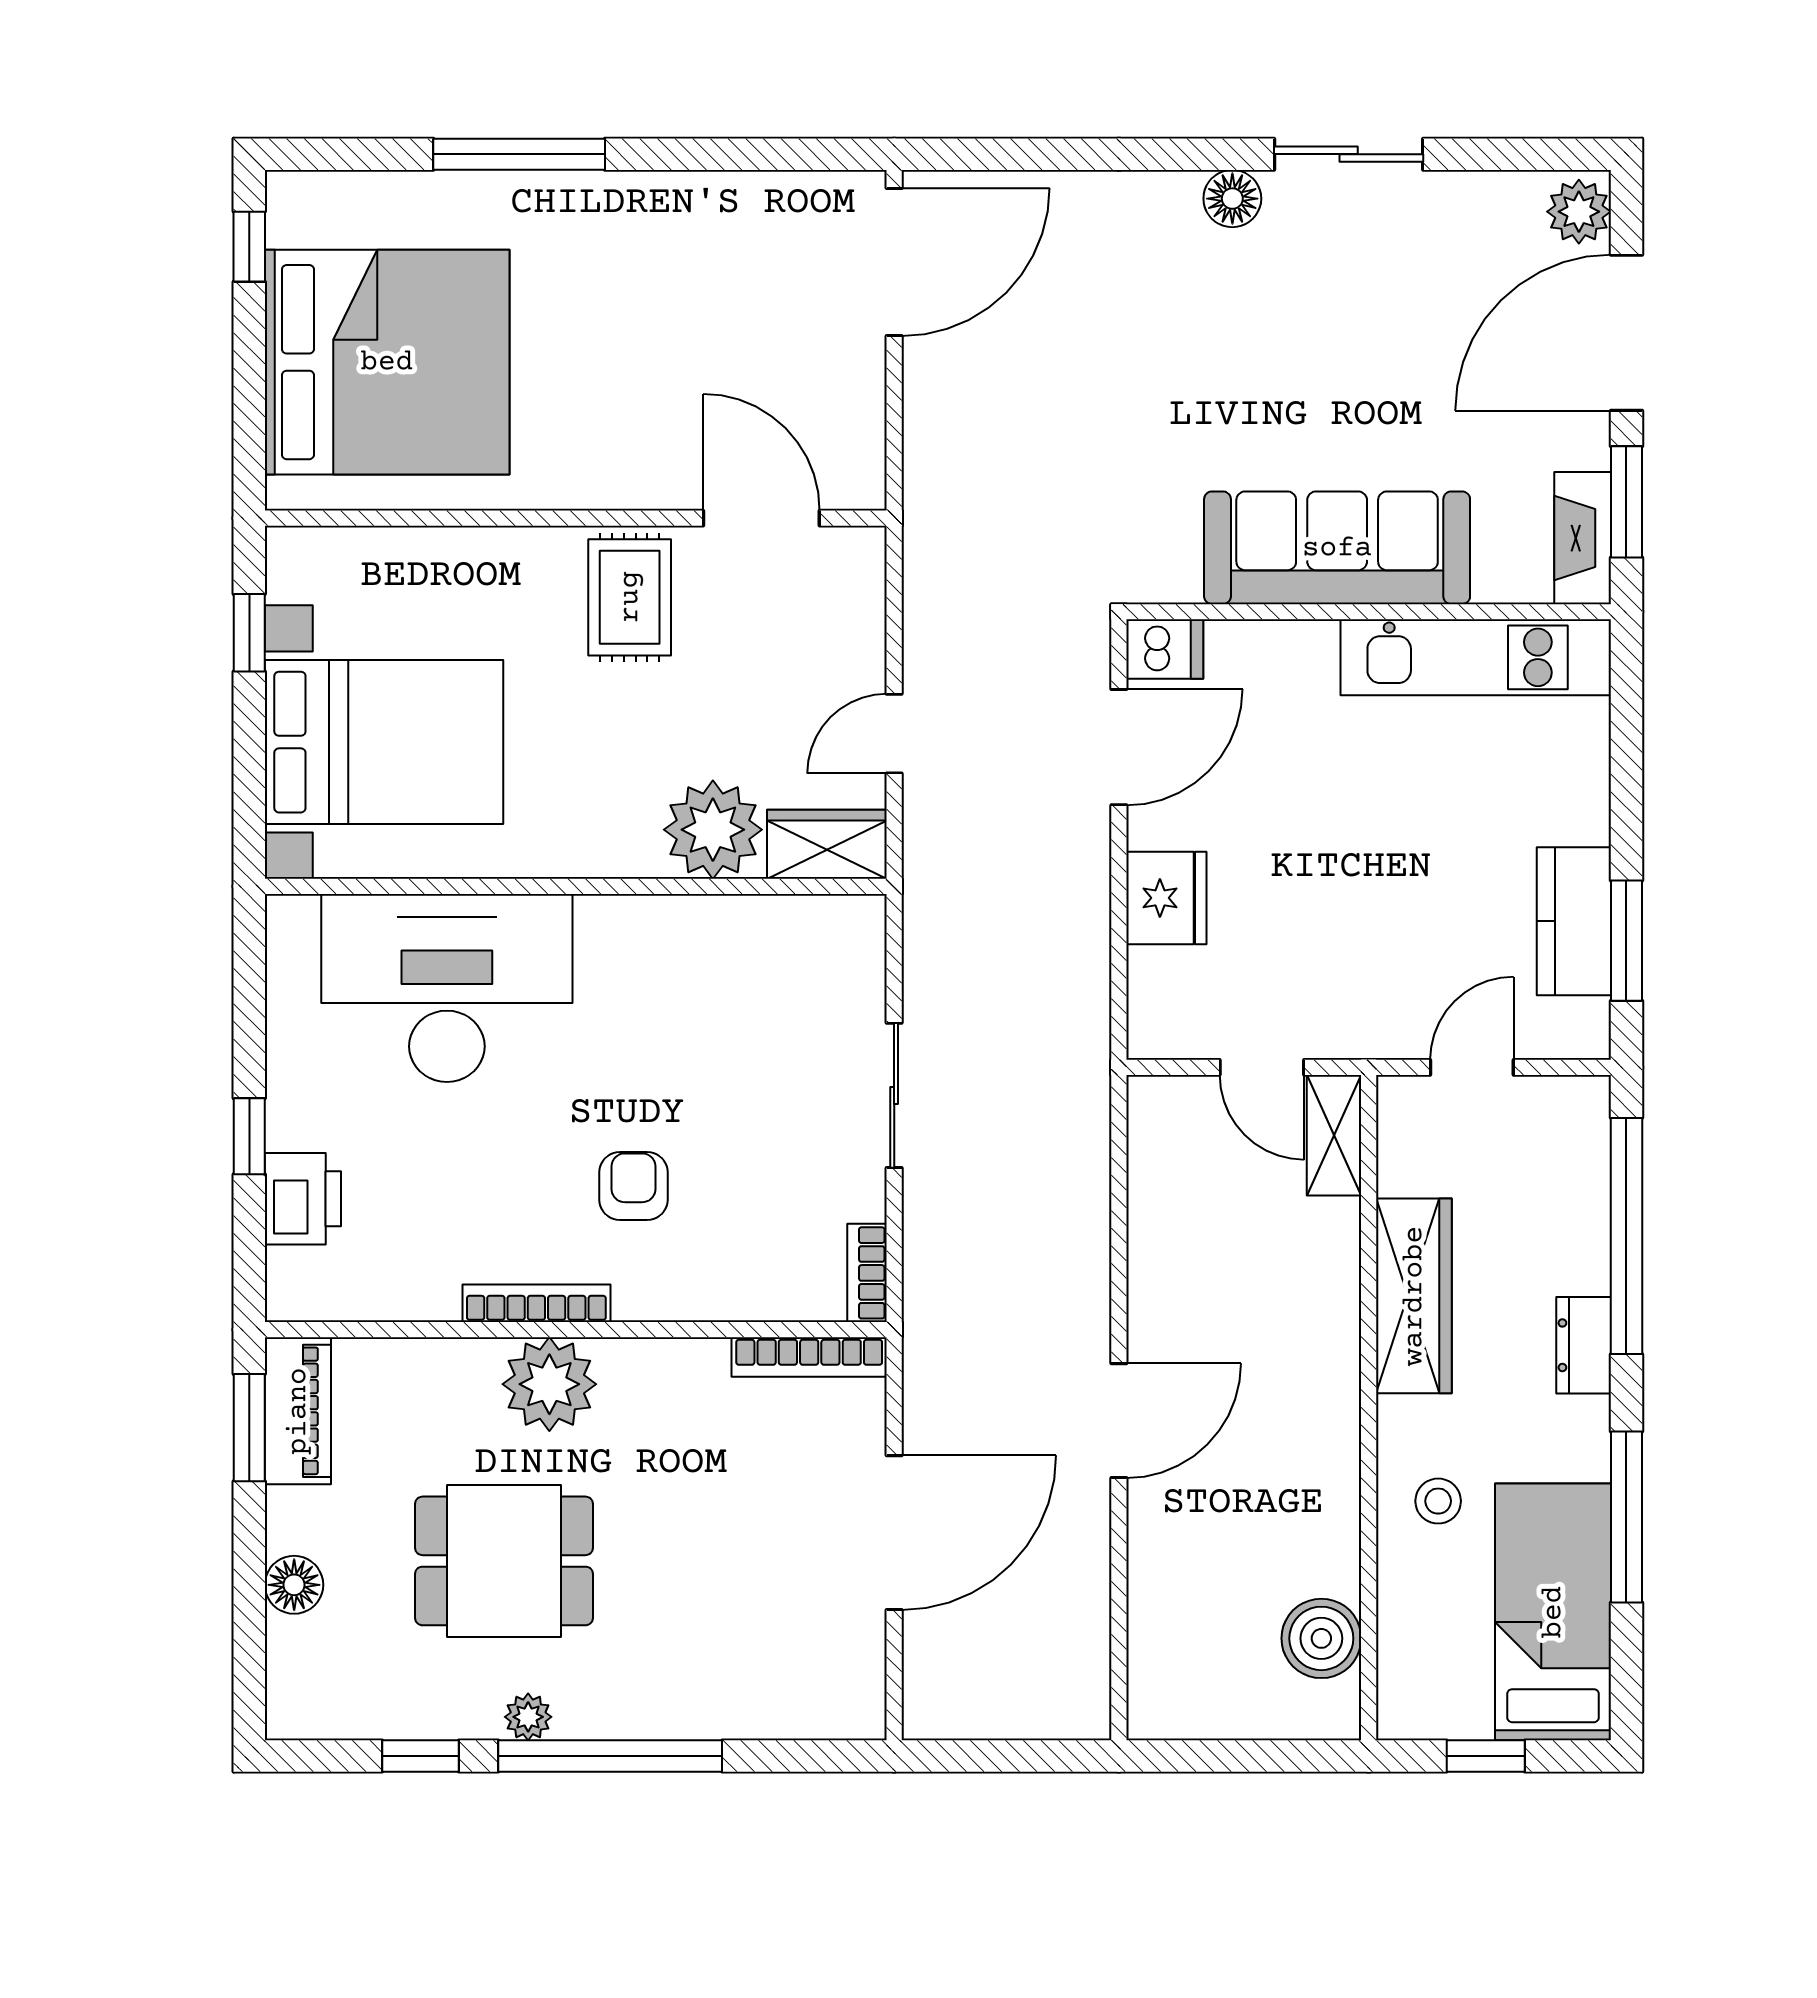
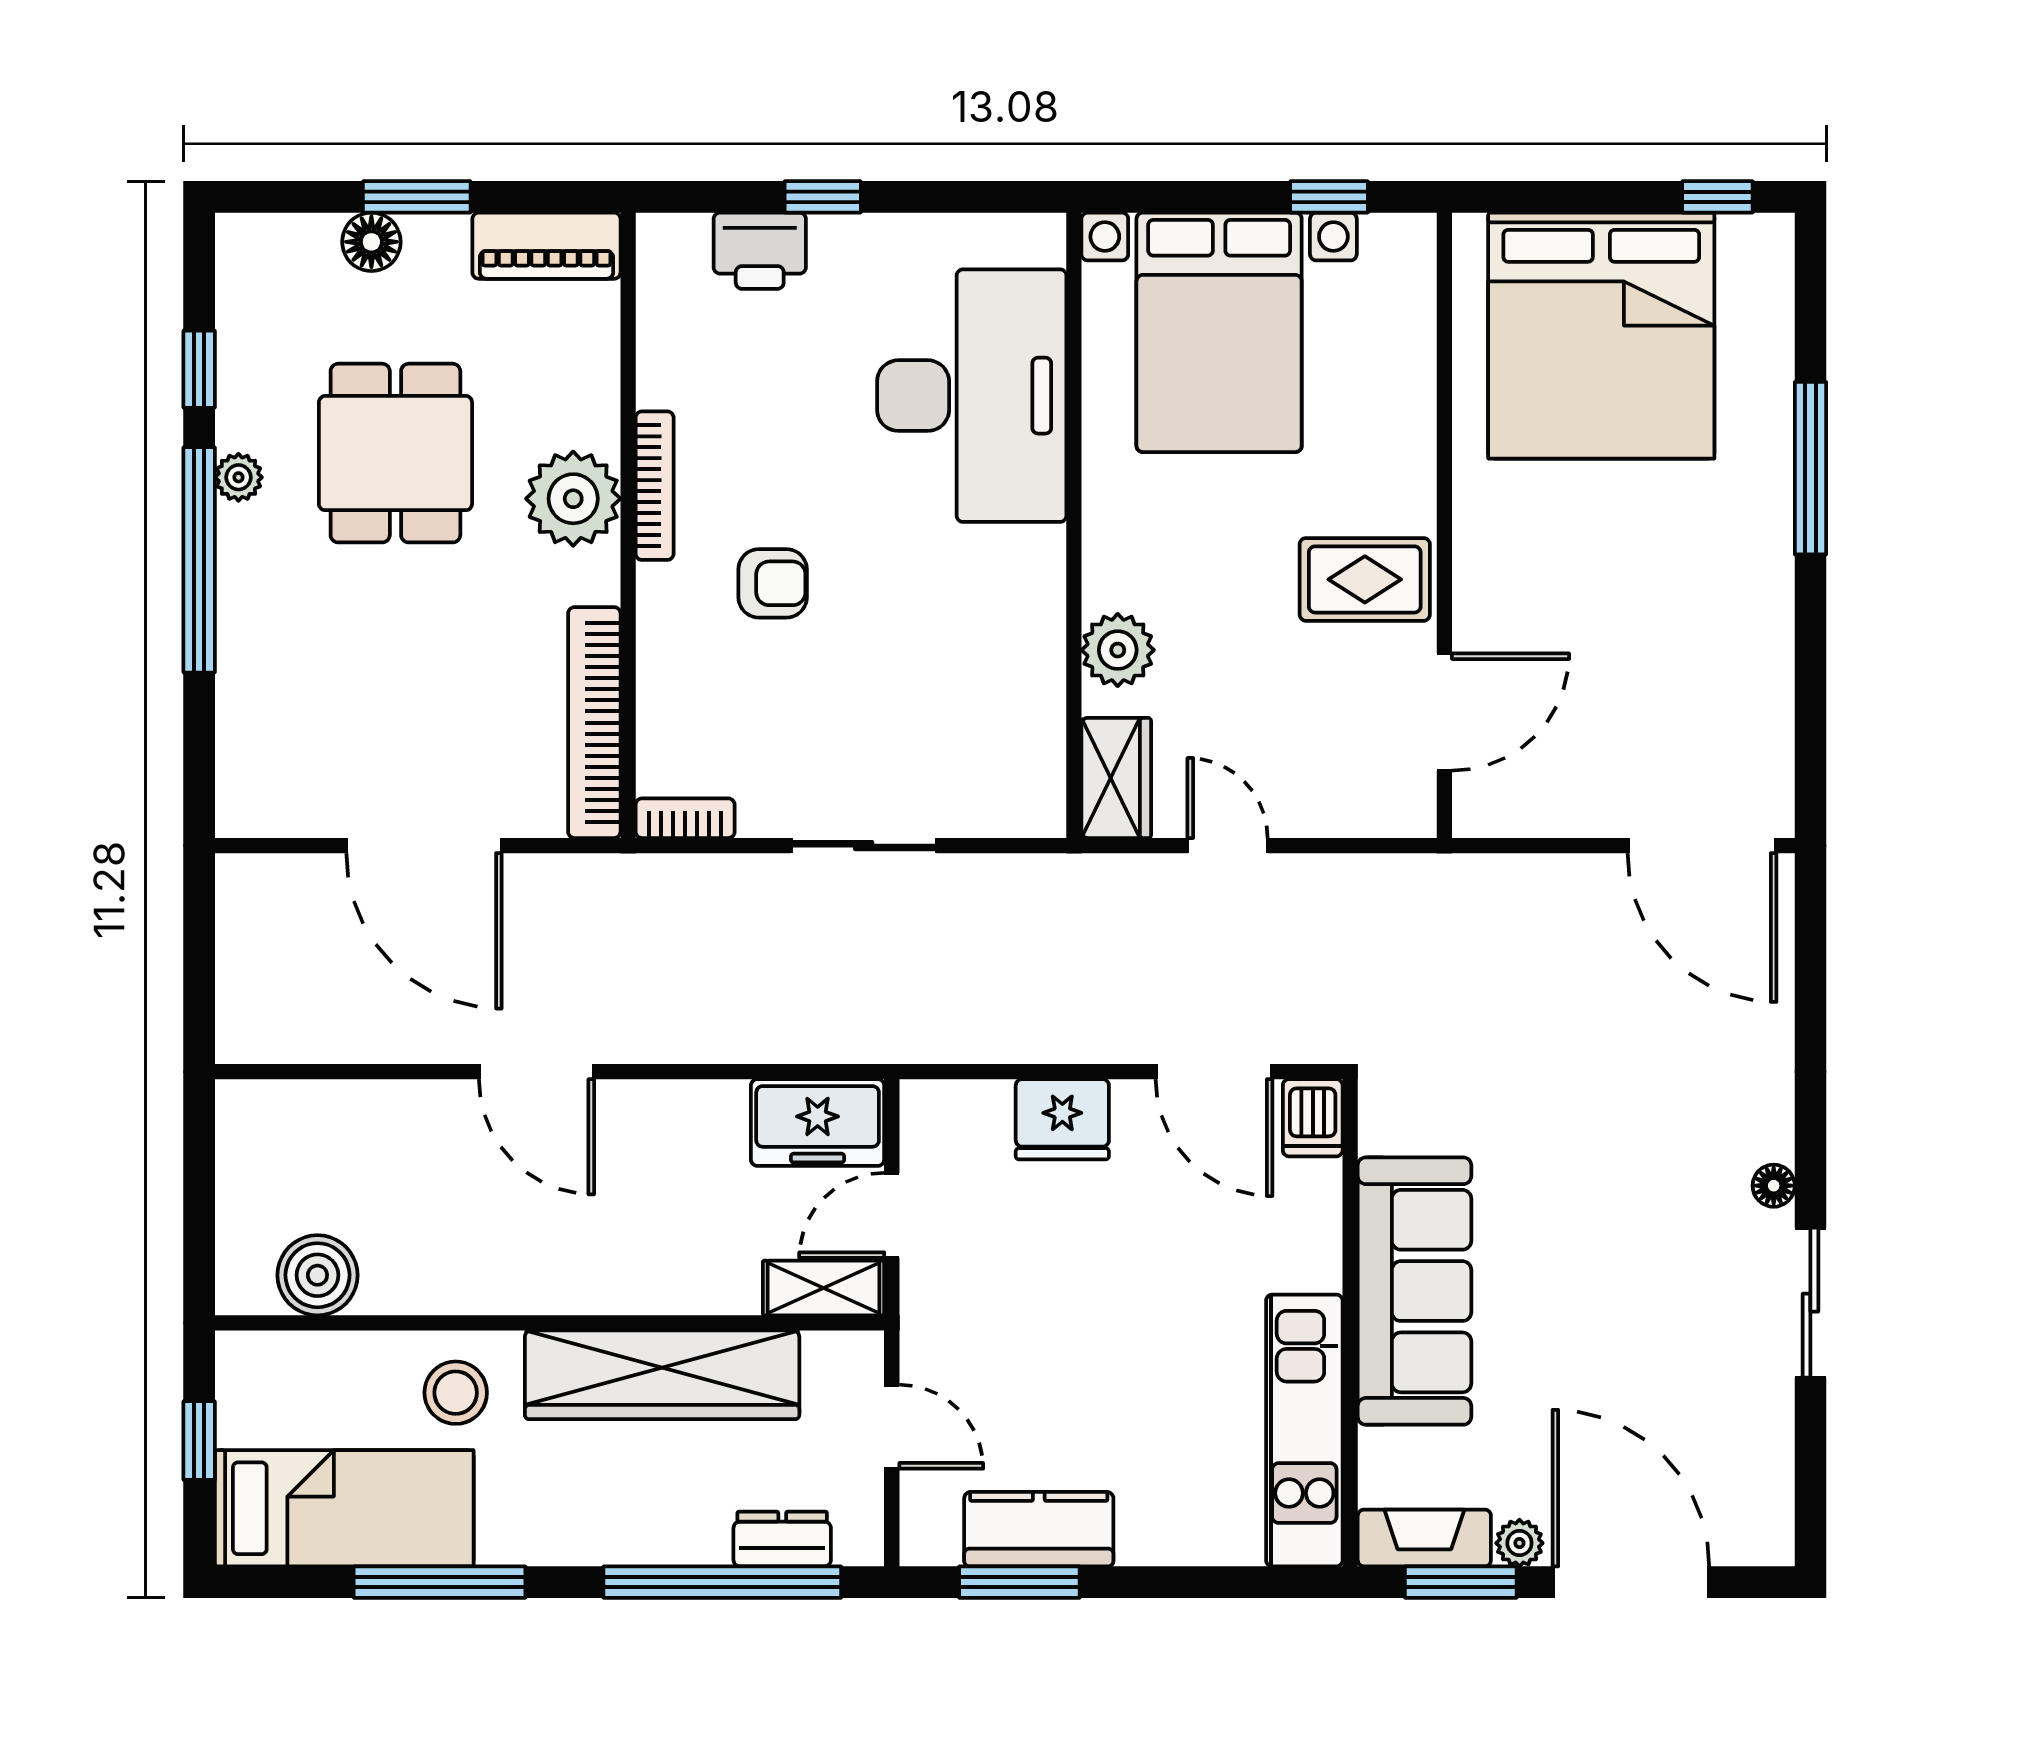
floor lamp: (1232, 199) -> (1774, 1186), width x0.73, depth x0.73
plant: (1579, 212) -> (1519, 1543), moved, width x0.73, depth x0.73
plant: (713, 830) -> (1118, 650), width x0.73, depth x0.73
freezer: (1170, 1141) -> (818, 1123), added
wardrobe: (1414, 1296) -> (662, 1375), width x1.40, depth x1.17
dresser: (1584, 1345) -> (782, 1539), moved
bookcase: (809, 1357) -> (594, 723), width x1.48, depth x1.31
window: (249, 1428) -> (417, 197), moved
stool: (1438, 1501) -> (456, 1393), width x1.37, depth x1.37

